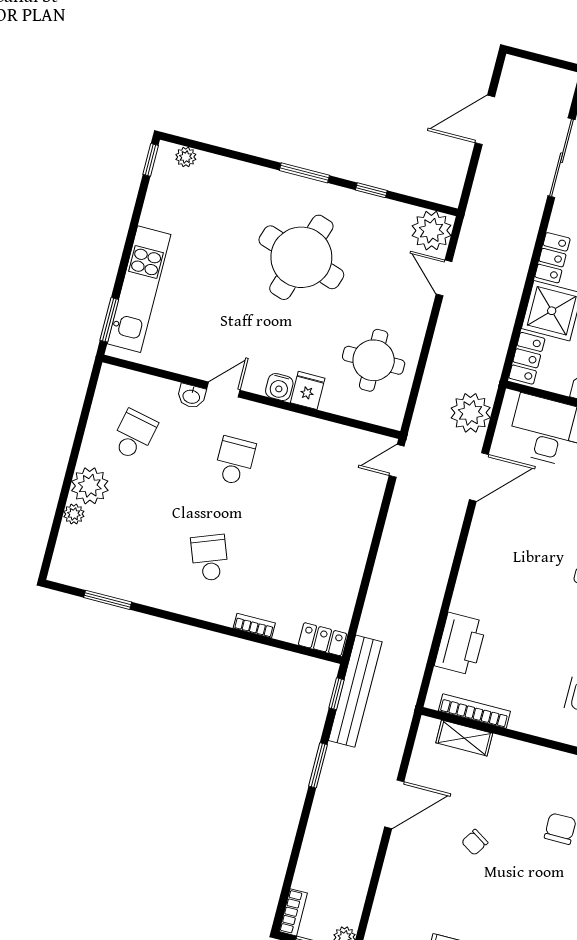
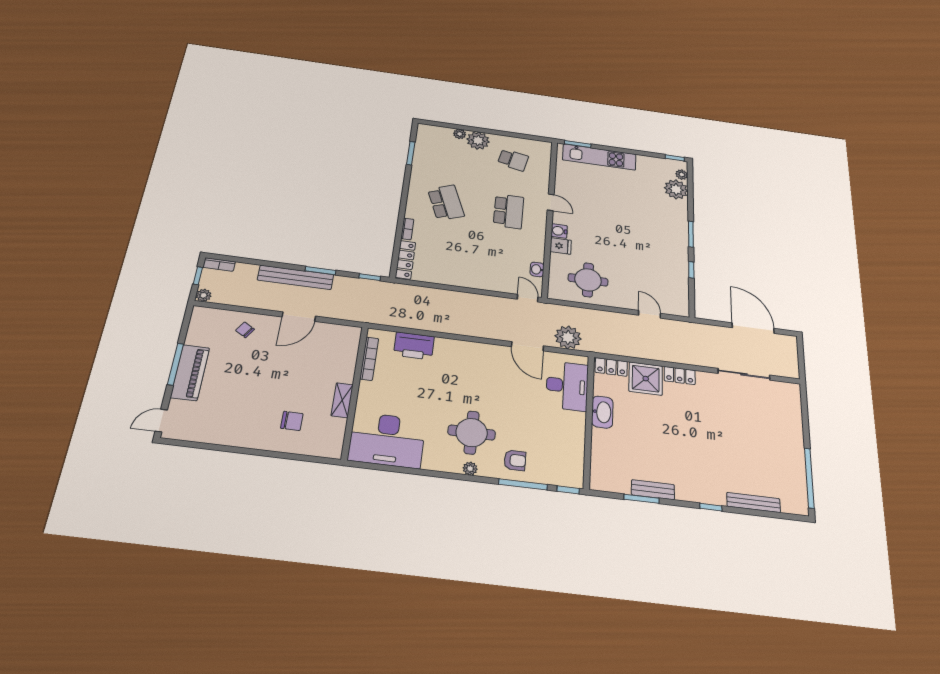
door: (485, 120) -> (753, 328), width x1.36
plant: (431, 231) -> (676, 189), moved
round table: (301, 257) -> (640, 236), removed
door: (444, 278) -> (649, 314), hinge flipped
washbasin: (191, 396) -> (537, 269), moved
school desk: (235, 461) -> (509, 211), width x1.85
school desk: (210, 558) -> (446, 203), width x1.85
locker: (323, 639) -> (405, 260), width x1.53
bench: (355, 691) -> (296, 277), moved
shelving: (464, 738) -> (342, 400), moved
door: (394, 804) -> (299, 317), hinge flipped
chair: (475, 842) -> (245, 330), moved

